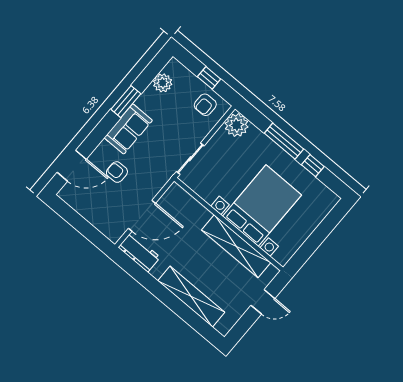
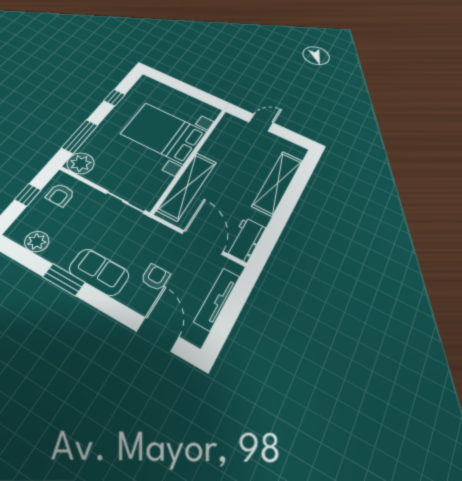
armchair: (205, 105) -> (60, 195), turned 90
window: (284, 141) -> (80, 136), moved
armchair: (117, 172) -> (155, 277), turned 180
tv unit: (92, 216) -> (217, 299), added
shelving: (236, 246) -> (187, 186), moved
door: (263, 302) -> (261, 123), hinge flipped

